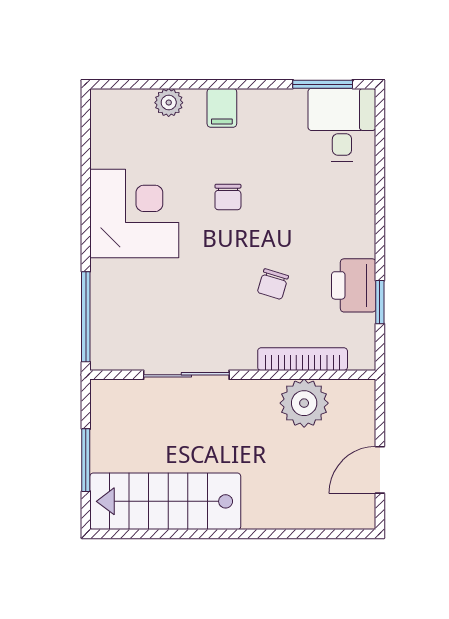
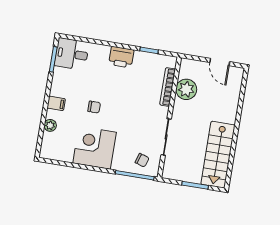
chair: (273, 284) -> (142, 160), moved
printer: (354, 285) -> (121, 57), moved

